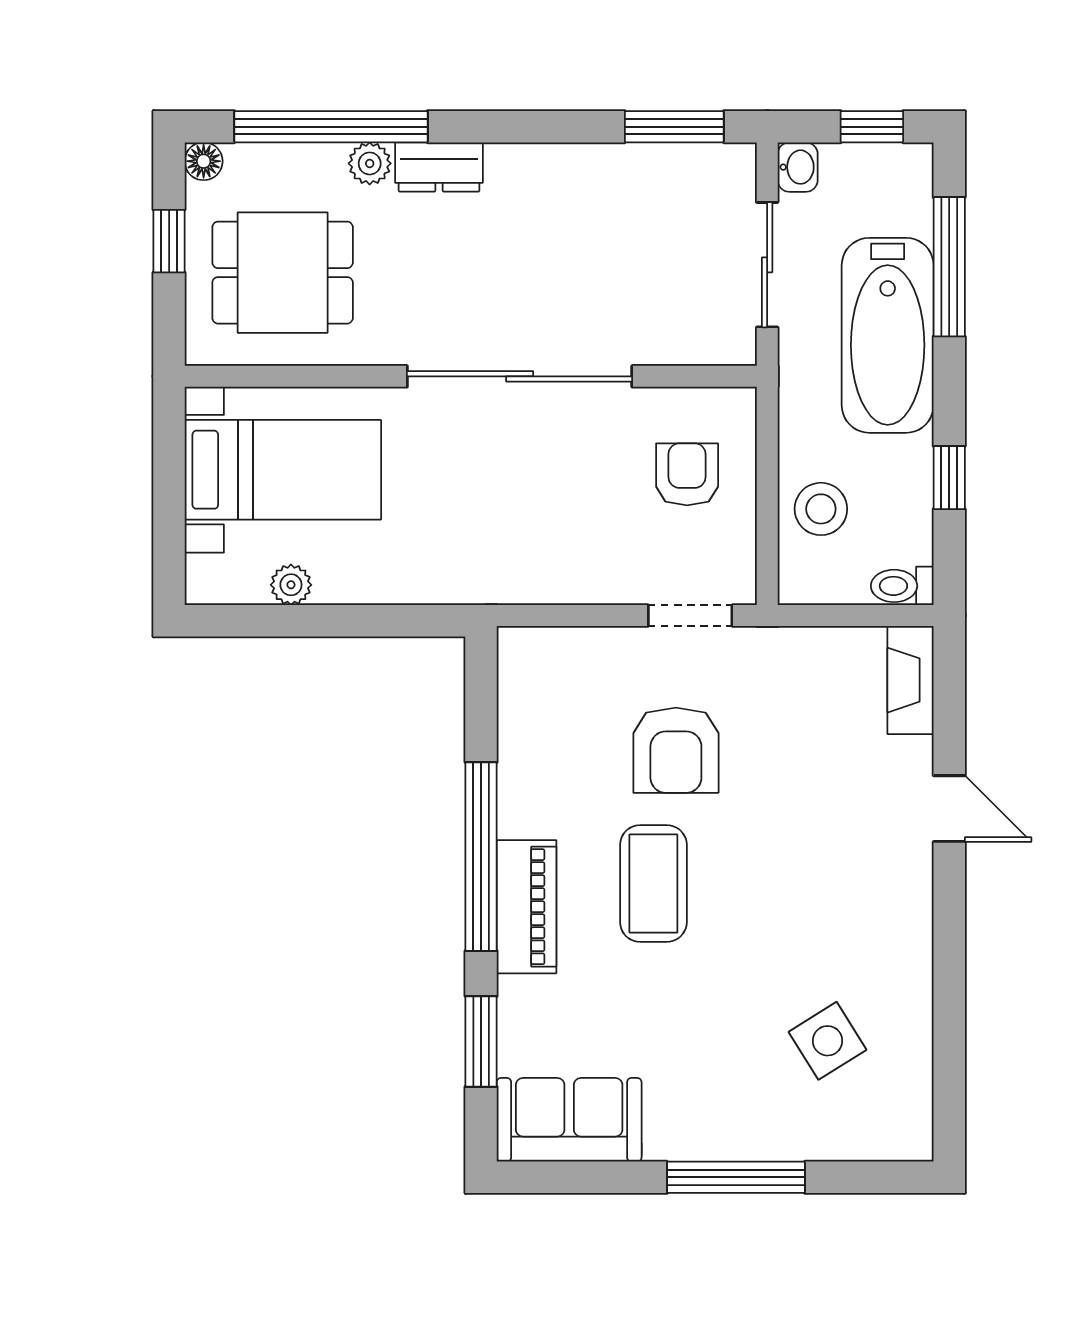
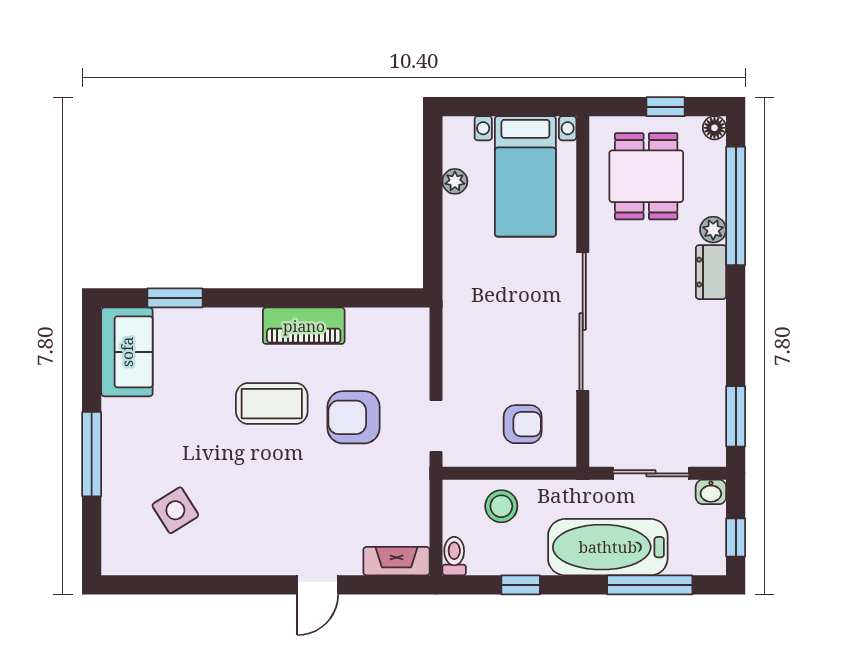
window: (481, 857) -> (288, 298), removed
piano: (526, 907) -> (304, 326), moved

